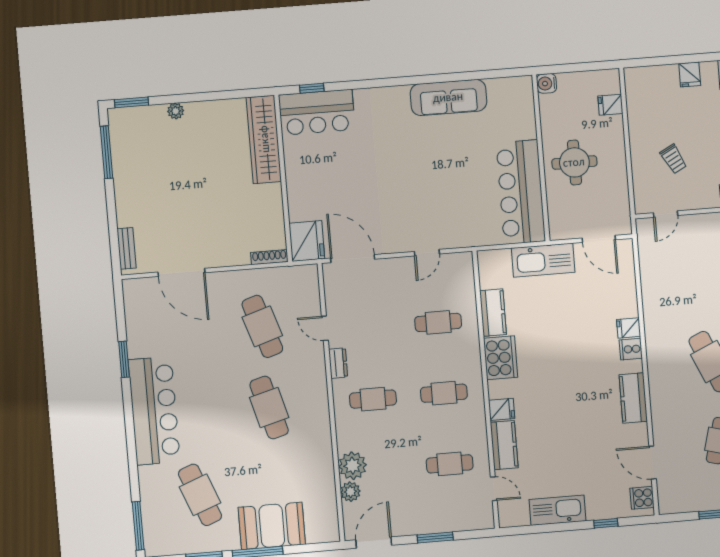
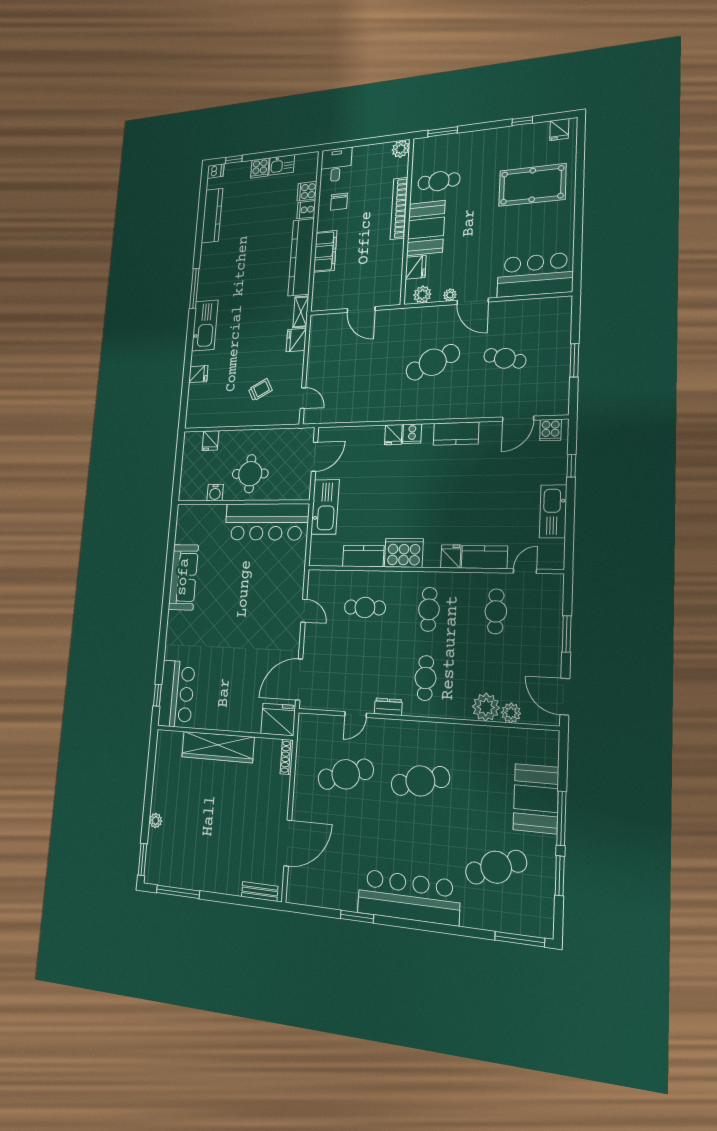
water cooler: (547, 83) -> (215, 493), moved
wardrobe: (264, 139) -> (218, 747), moved
cafe table: (438, 322) -> (365, 607), turned 90

